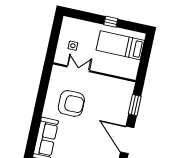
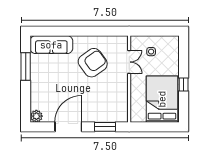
bed: (120, 45) -> (162, 99), width x1.50
armchair: (71, 103) -> (93, 63), turned -126

